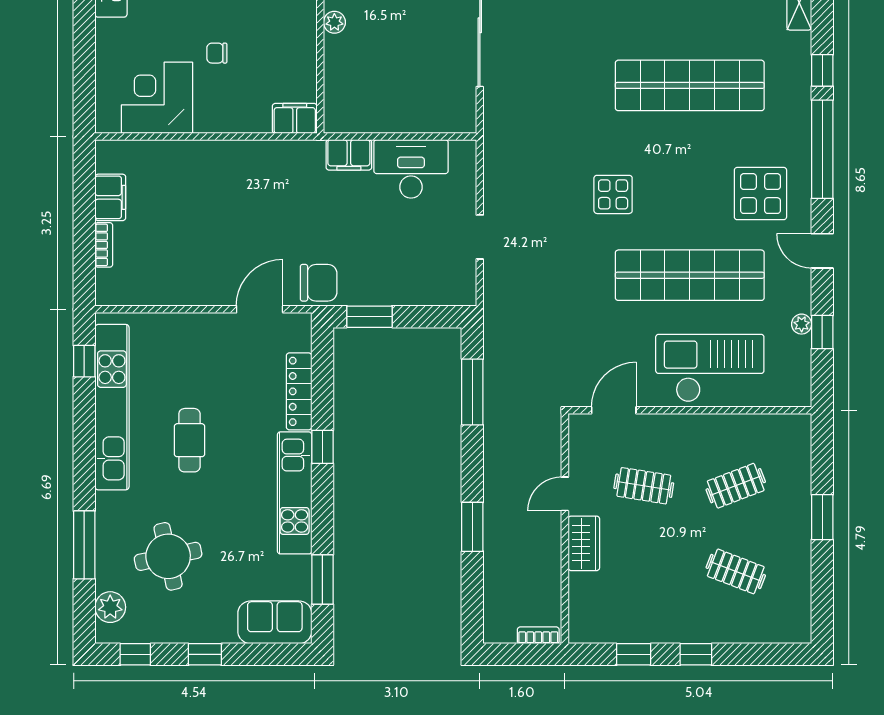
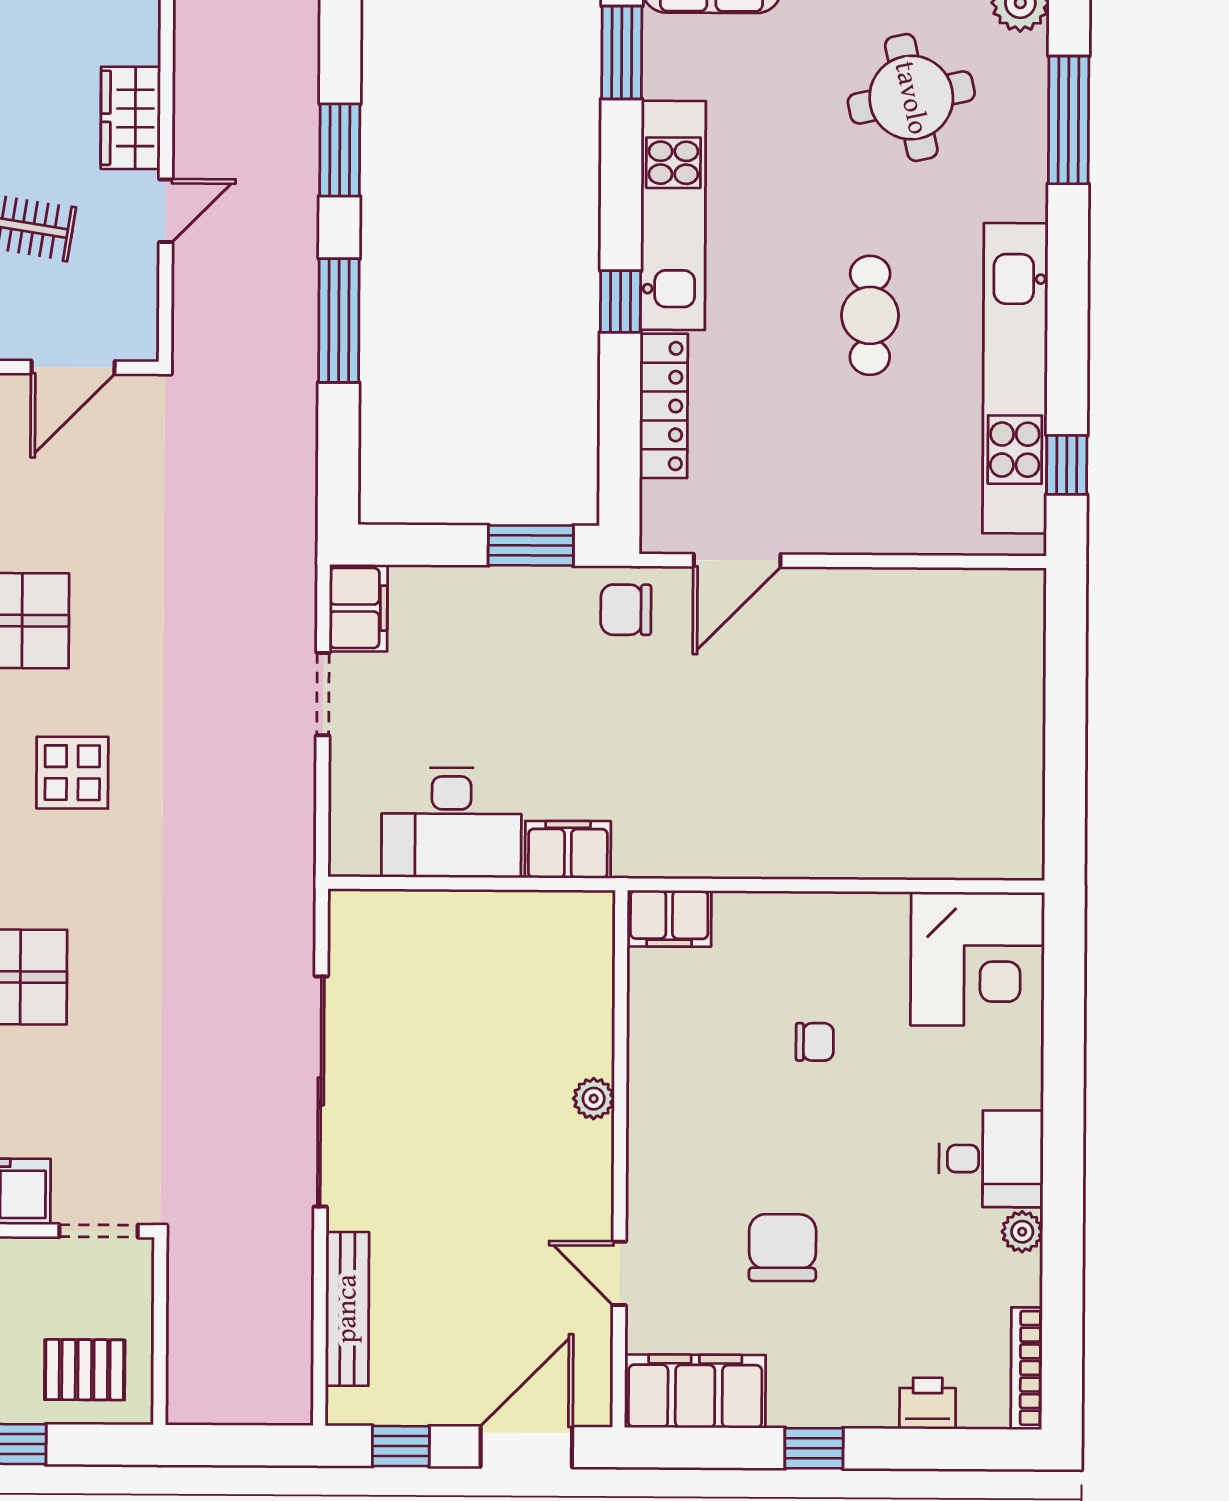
corner desk: (157, 98) -> (977, 959), moved
filing cabinet: (110, 197) -> (358, 608), moved, turned 180
bookcase: (104, 245) -> (1029, 683), removed
chair: (319, 283) -> (626, 610), width x0.73, depth x0.73
window: (472, 392) -> (339, 321), moved

